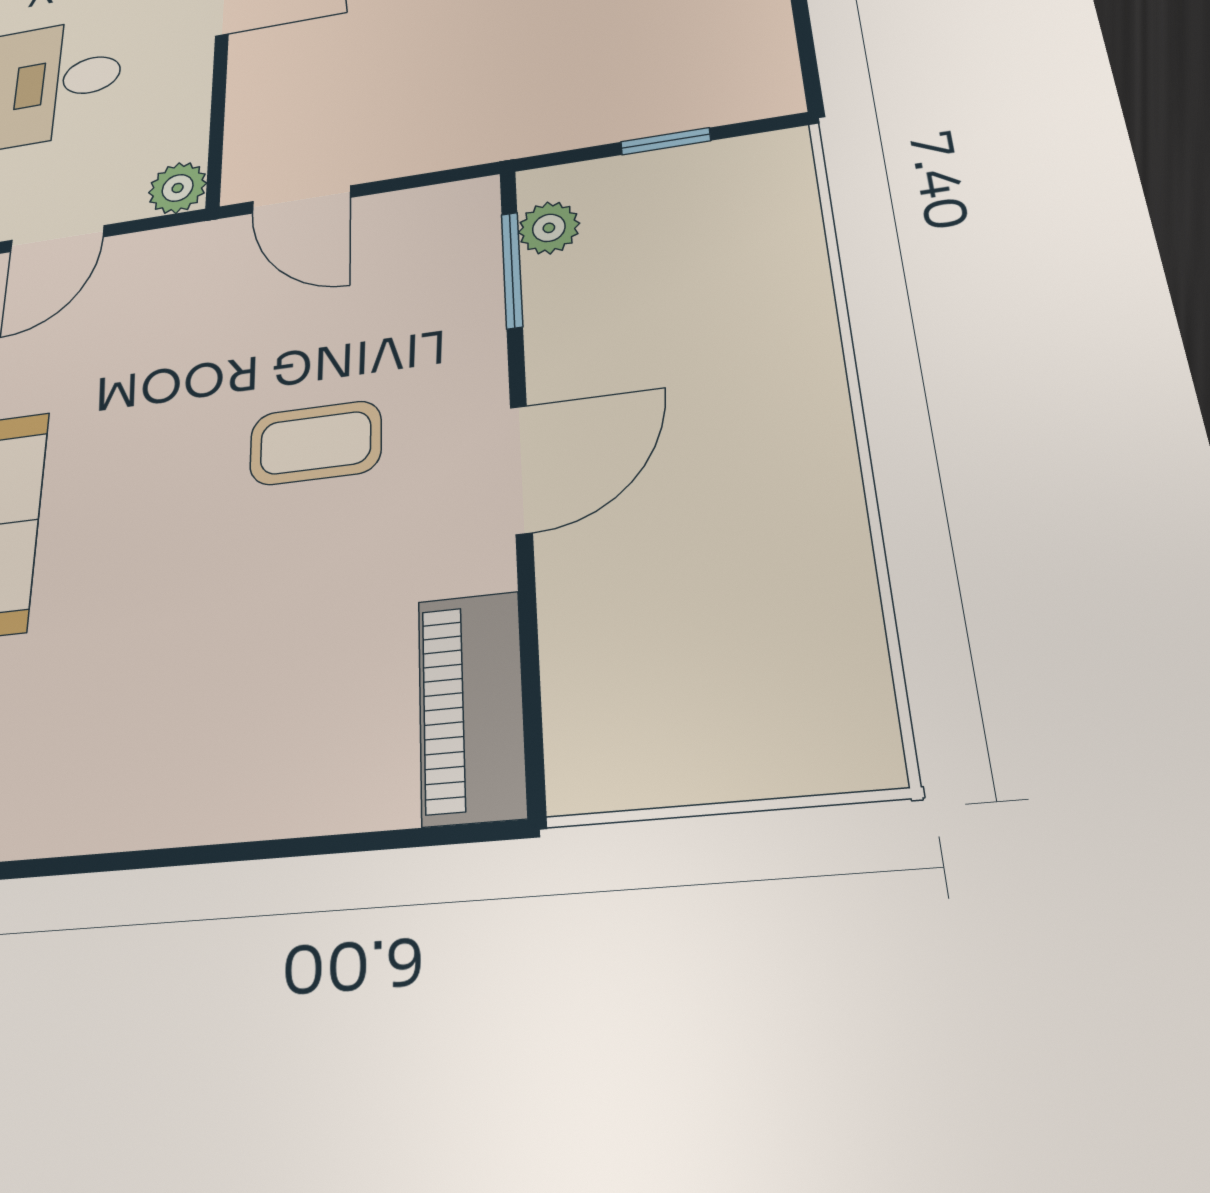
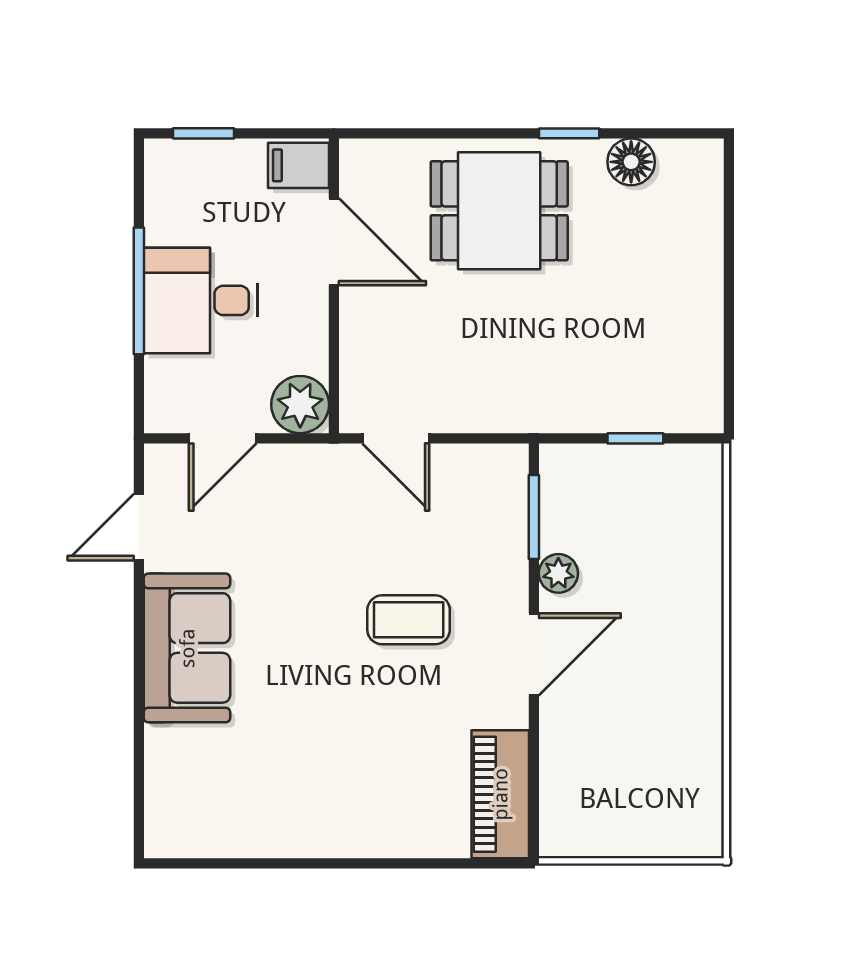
plant: (178, 188) -> (300, 405), width x1.38, depth x1.38
plant: (549, 228) -> (558, 573), moved

